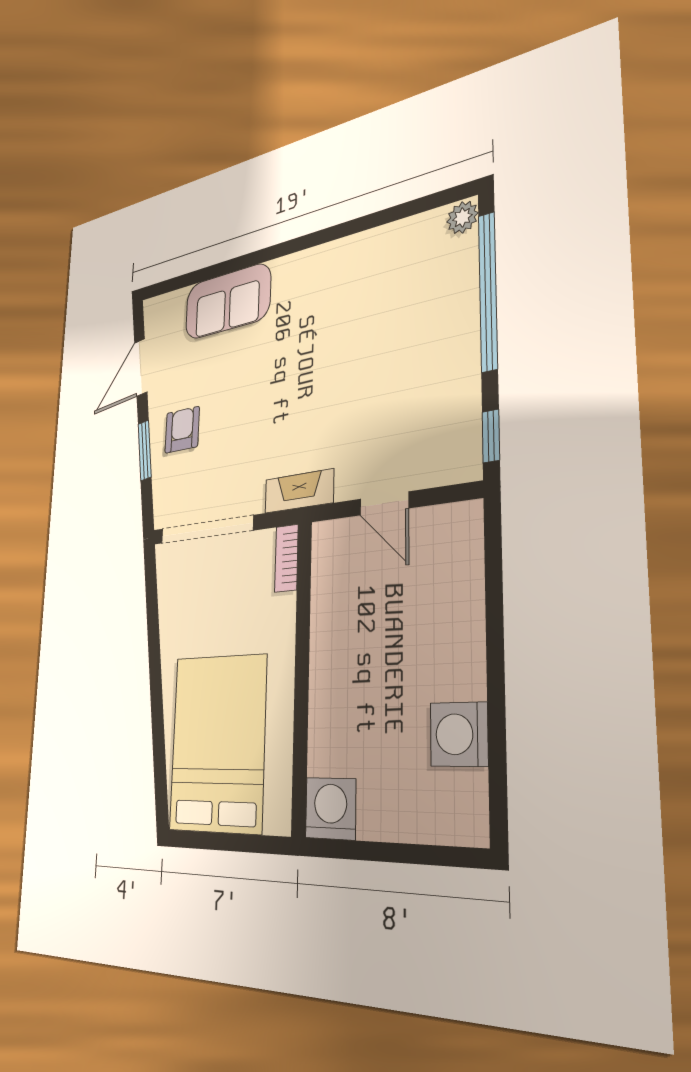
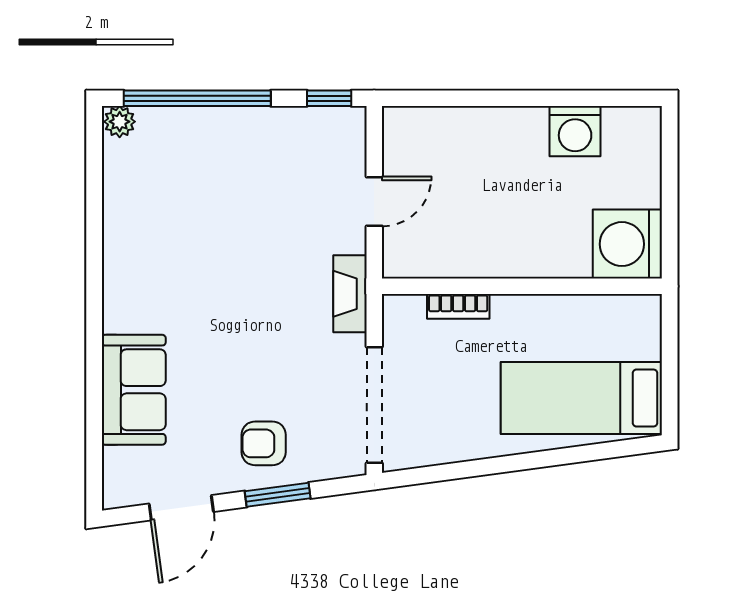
door: (141, 367) -> (181, 508), hinge flipped
bookcase: (286, 558) -> (458, 306), moved
bed: (218, 743) -> (581, 398), width x0.67
washing machine: (331, 808) -> (627, 244), width x1.37, depth x1.37

